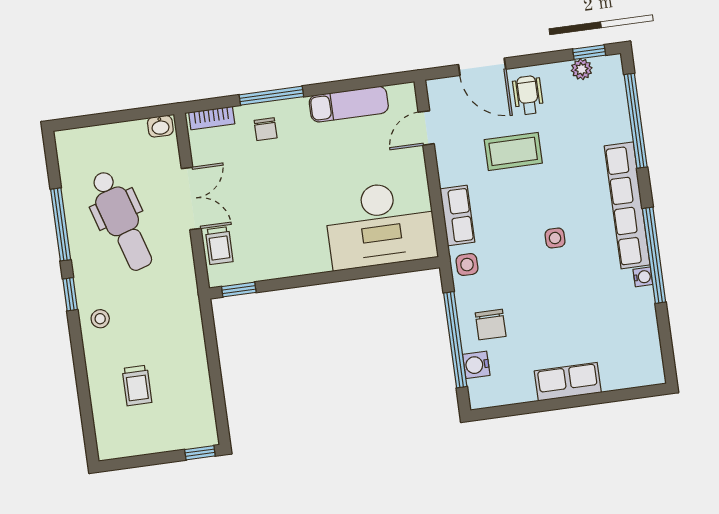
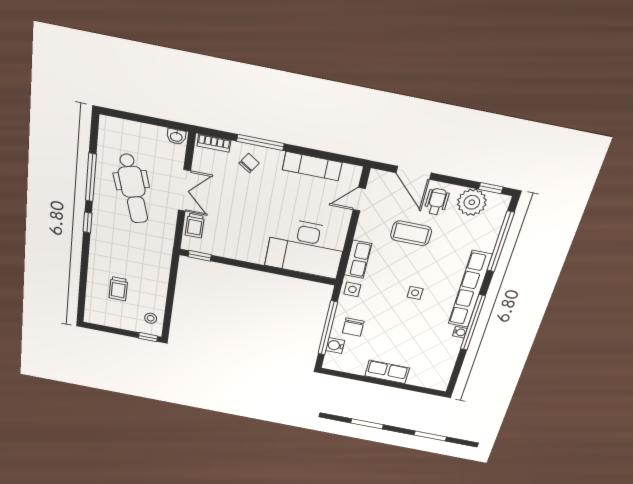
plant: (582, 69) -> (472, 202), width x1.87, depth x1.87
chair: (266, 129) -> (249, 163), turned -147
stool: (100, 319) -> (151, 318), moved

